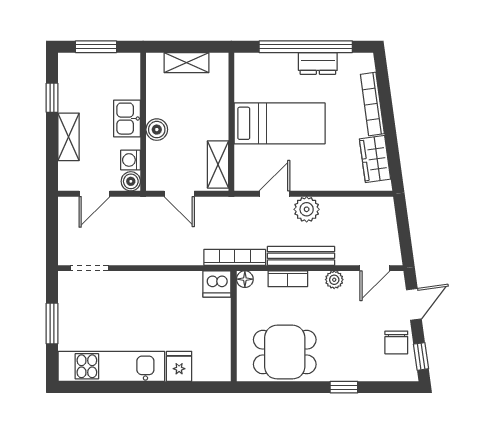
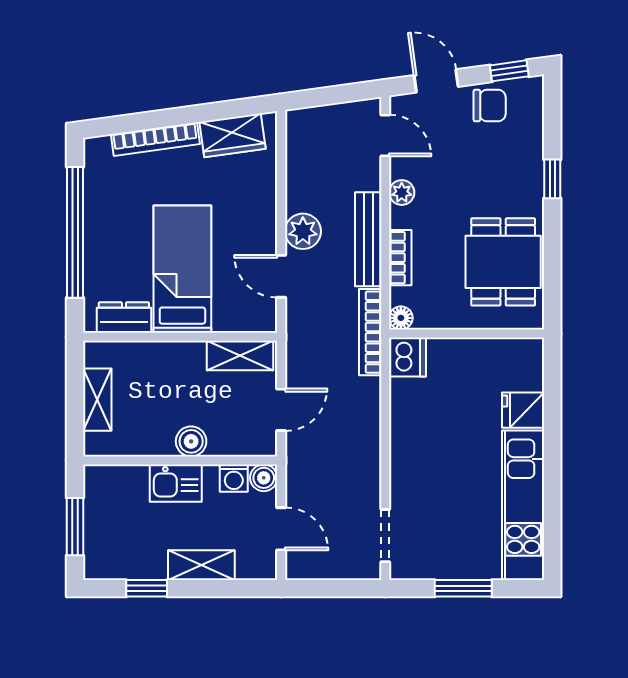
dresser: (318, 63) -> (124, 317), moved, turned -90

